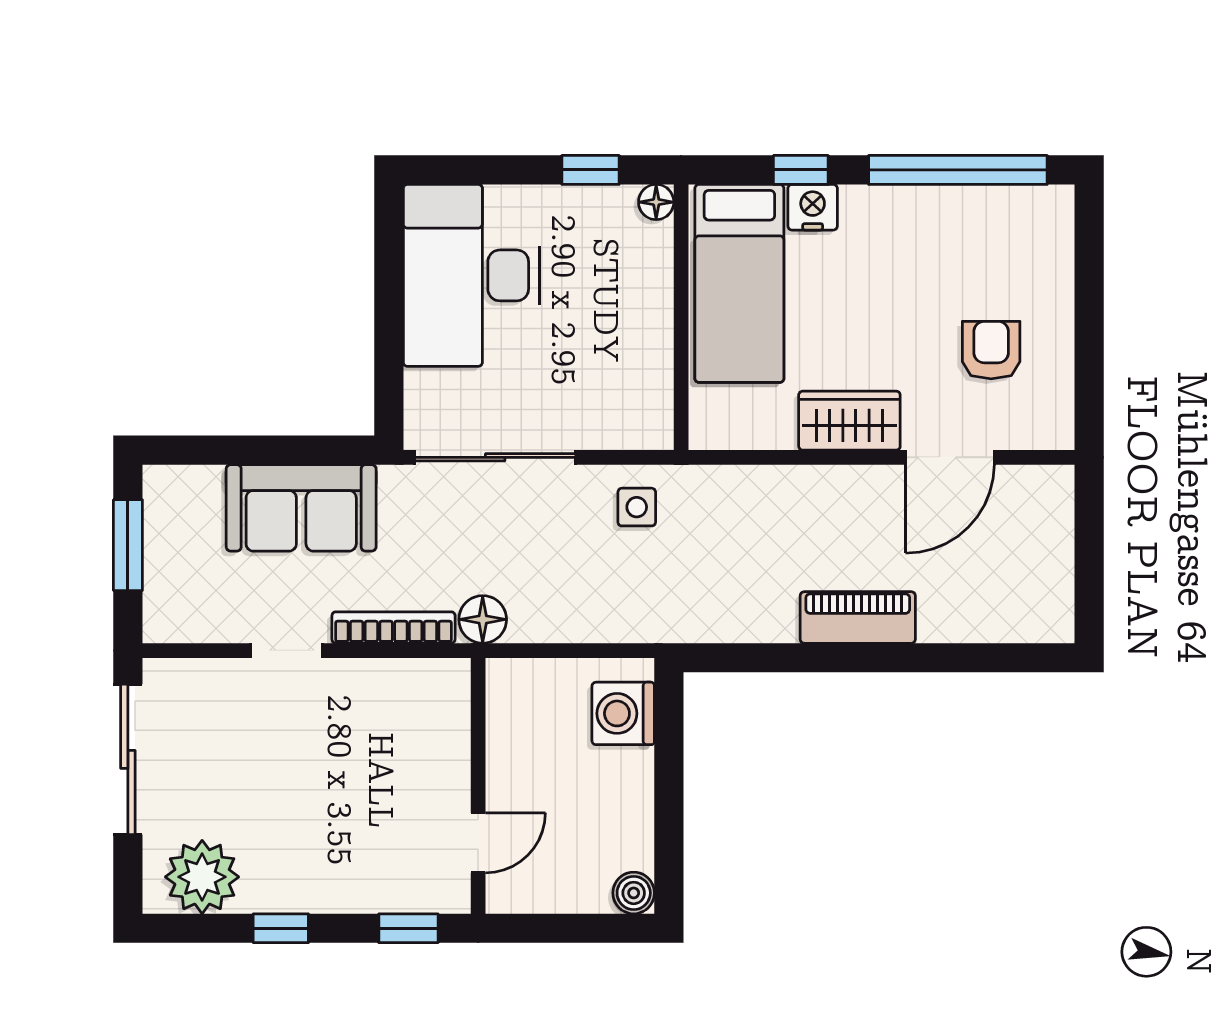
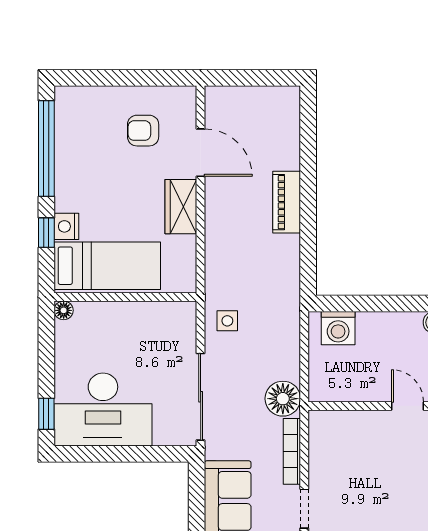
window: (590, 170) -> (46, 414), moved
floor lamp: (483, 619) -> (283, 399), width x1.38, depth x1.38

